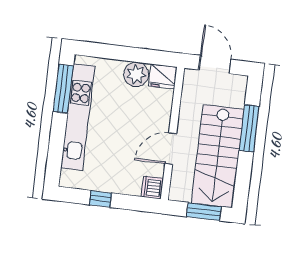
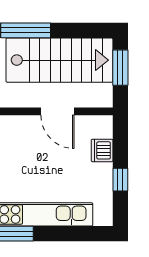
dishwasher: (152, 187) -> (102, 150), moved, turned 90

